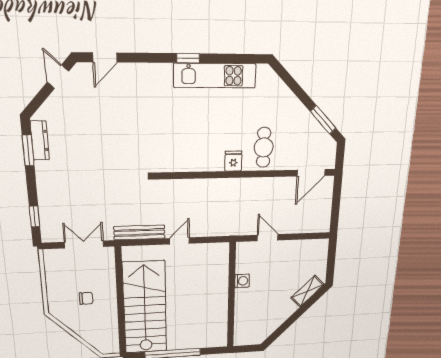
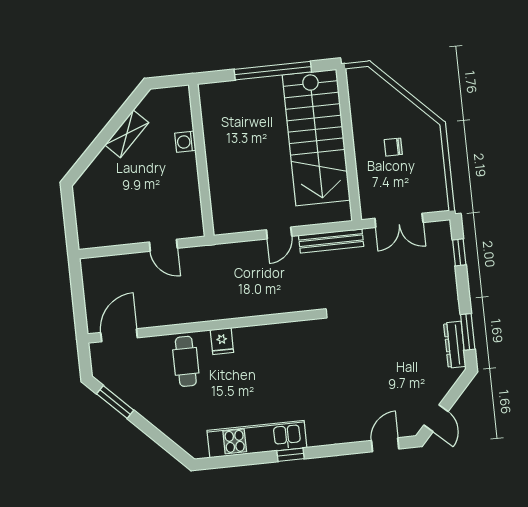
washing machine: (242, 281) -> (185, 142), moved
shelving: (307, 291) -> (127, 134), moved

